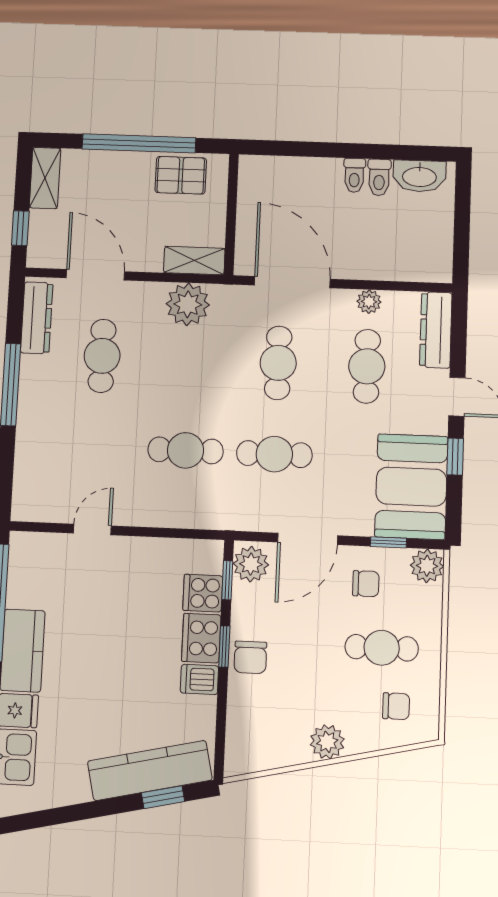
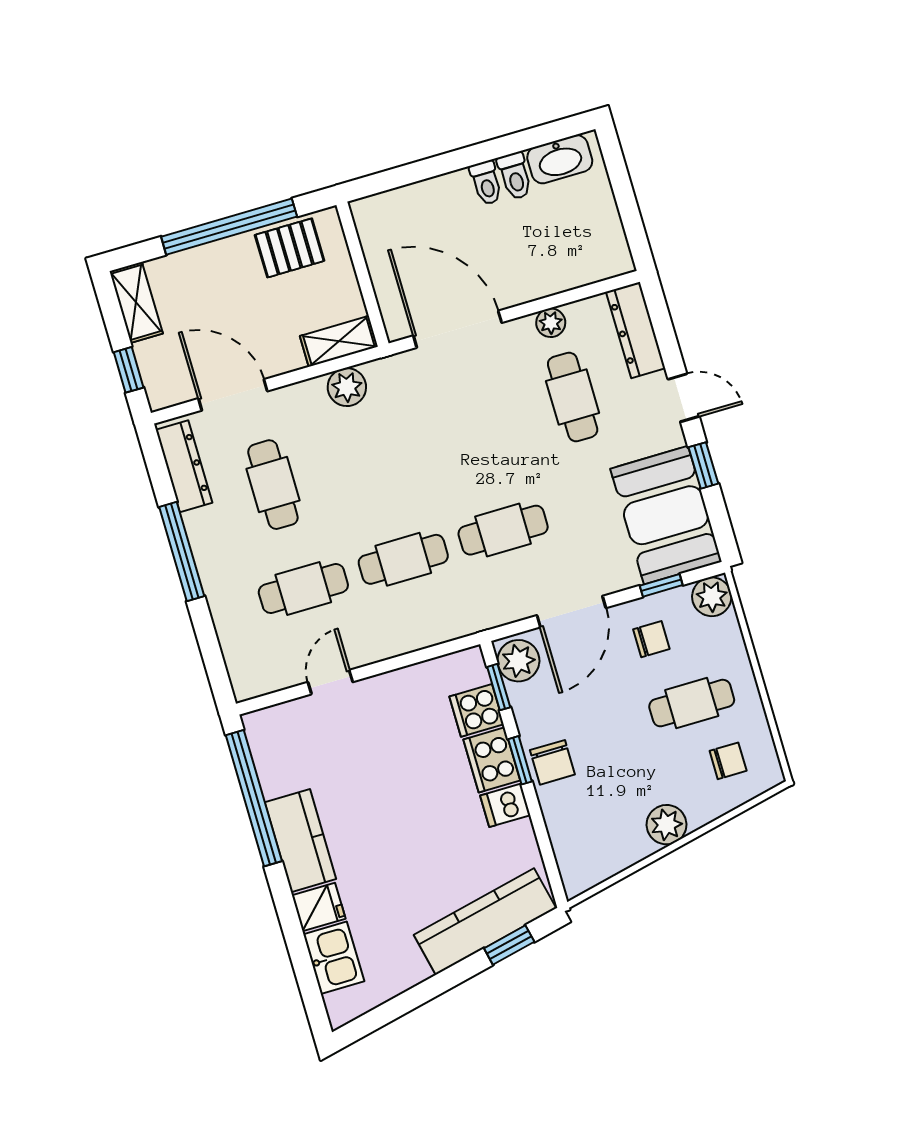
plant: (188, 304) -> (347, 387), width x0.73, depth x0.73
cafe table: (278, 363) -> (303, 589), moved, turned 90

